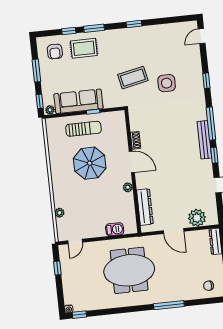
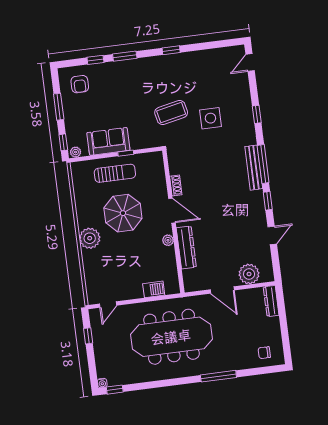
rug: (84, 48) -> (113, 80), removed
sofa: (78, 101) -> (108, 141), width x0.73
bench: (204, 140) -> (254, 168), moved
dresser: (145, 207) -> (186, 248), moved
plant: (59, 213) -> (90, 238), moved, width x1.87, depth x1.87
meeting table: (129, 270) -> (171, 337), width x1.36

